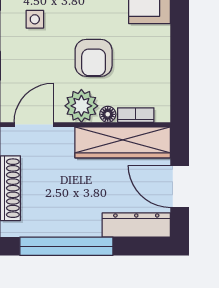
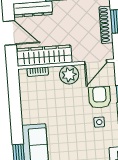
armchair: (94, 58) -> (100, 97), moved
floor lamp: (108, 114) -> (54, 71), removed

